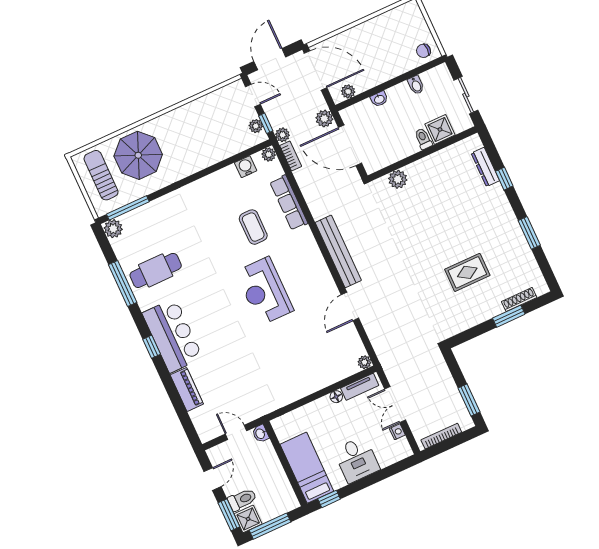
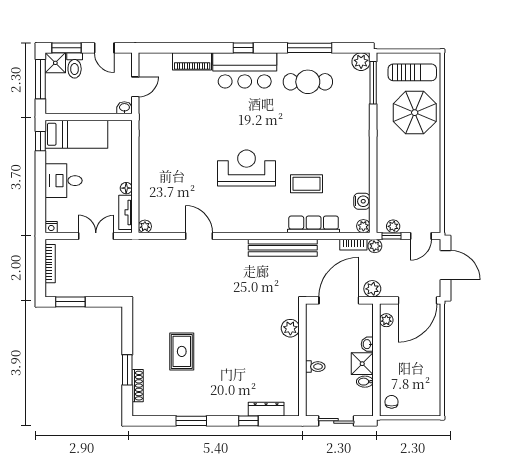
shower: (440, 129) -> (362, 364), moved
bench: (338, 251) -> (283, 248), moved
cafe table: (156, 270) -> (308, 82), turned 90
nightstand: (397, 432) -> (51, 227), moved

